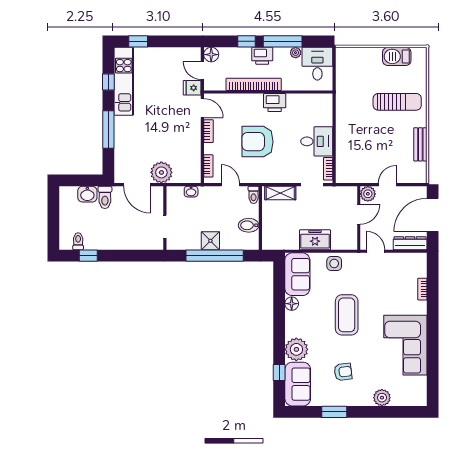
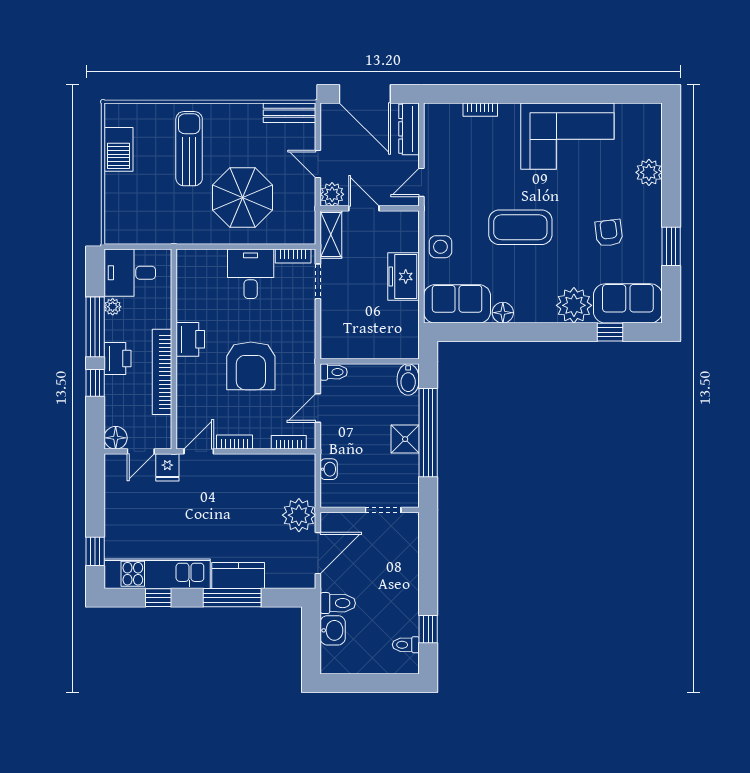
kitchen counter: (123, 133) -> (238, 576), added
parasol: (366, 136) -> (243, 197), added
bench: (420, 144) -> (289, 113), moved
shelving: (280, 193) -> (331, 235), moved
bidet: (249, 225) -> (408, 380), moved

